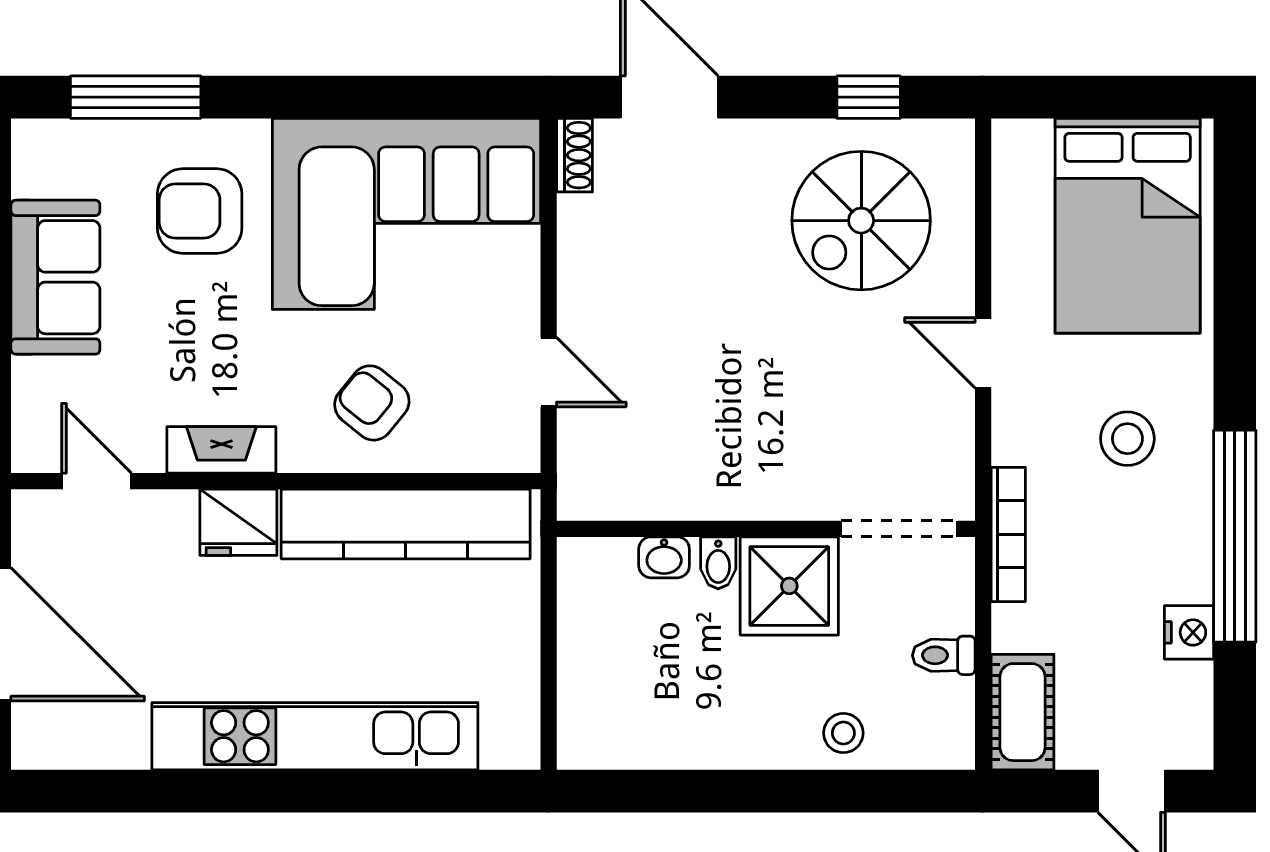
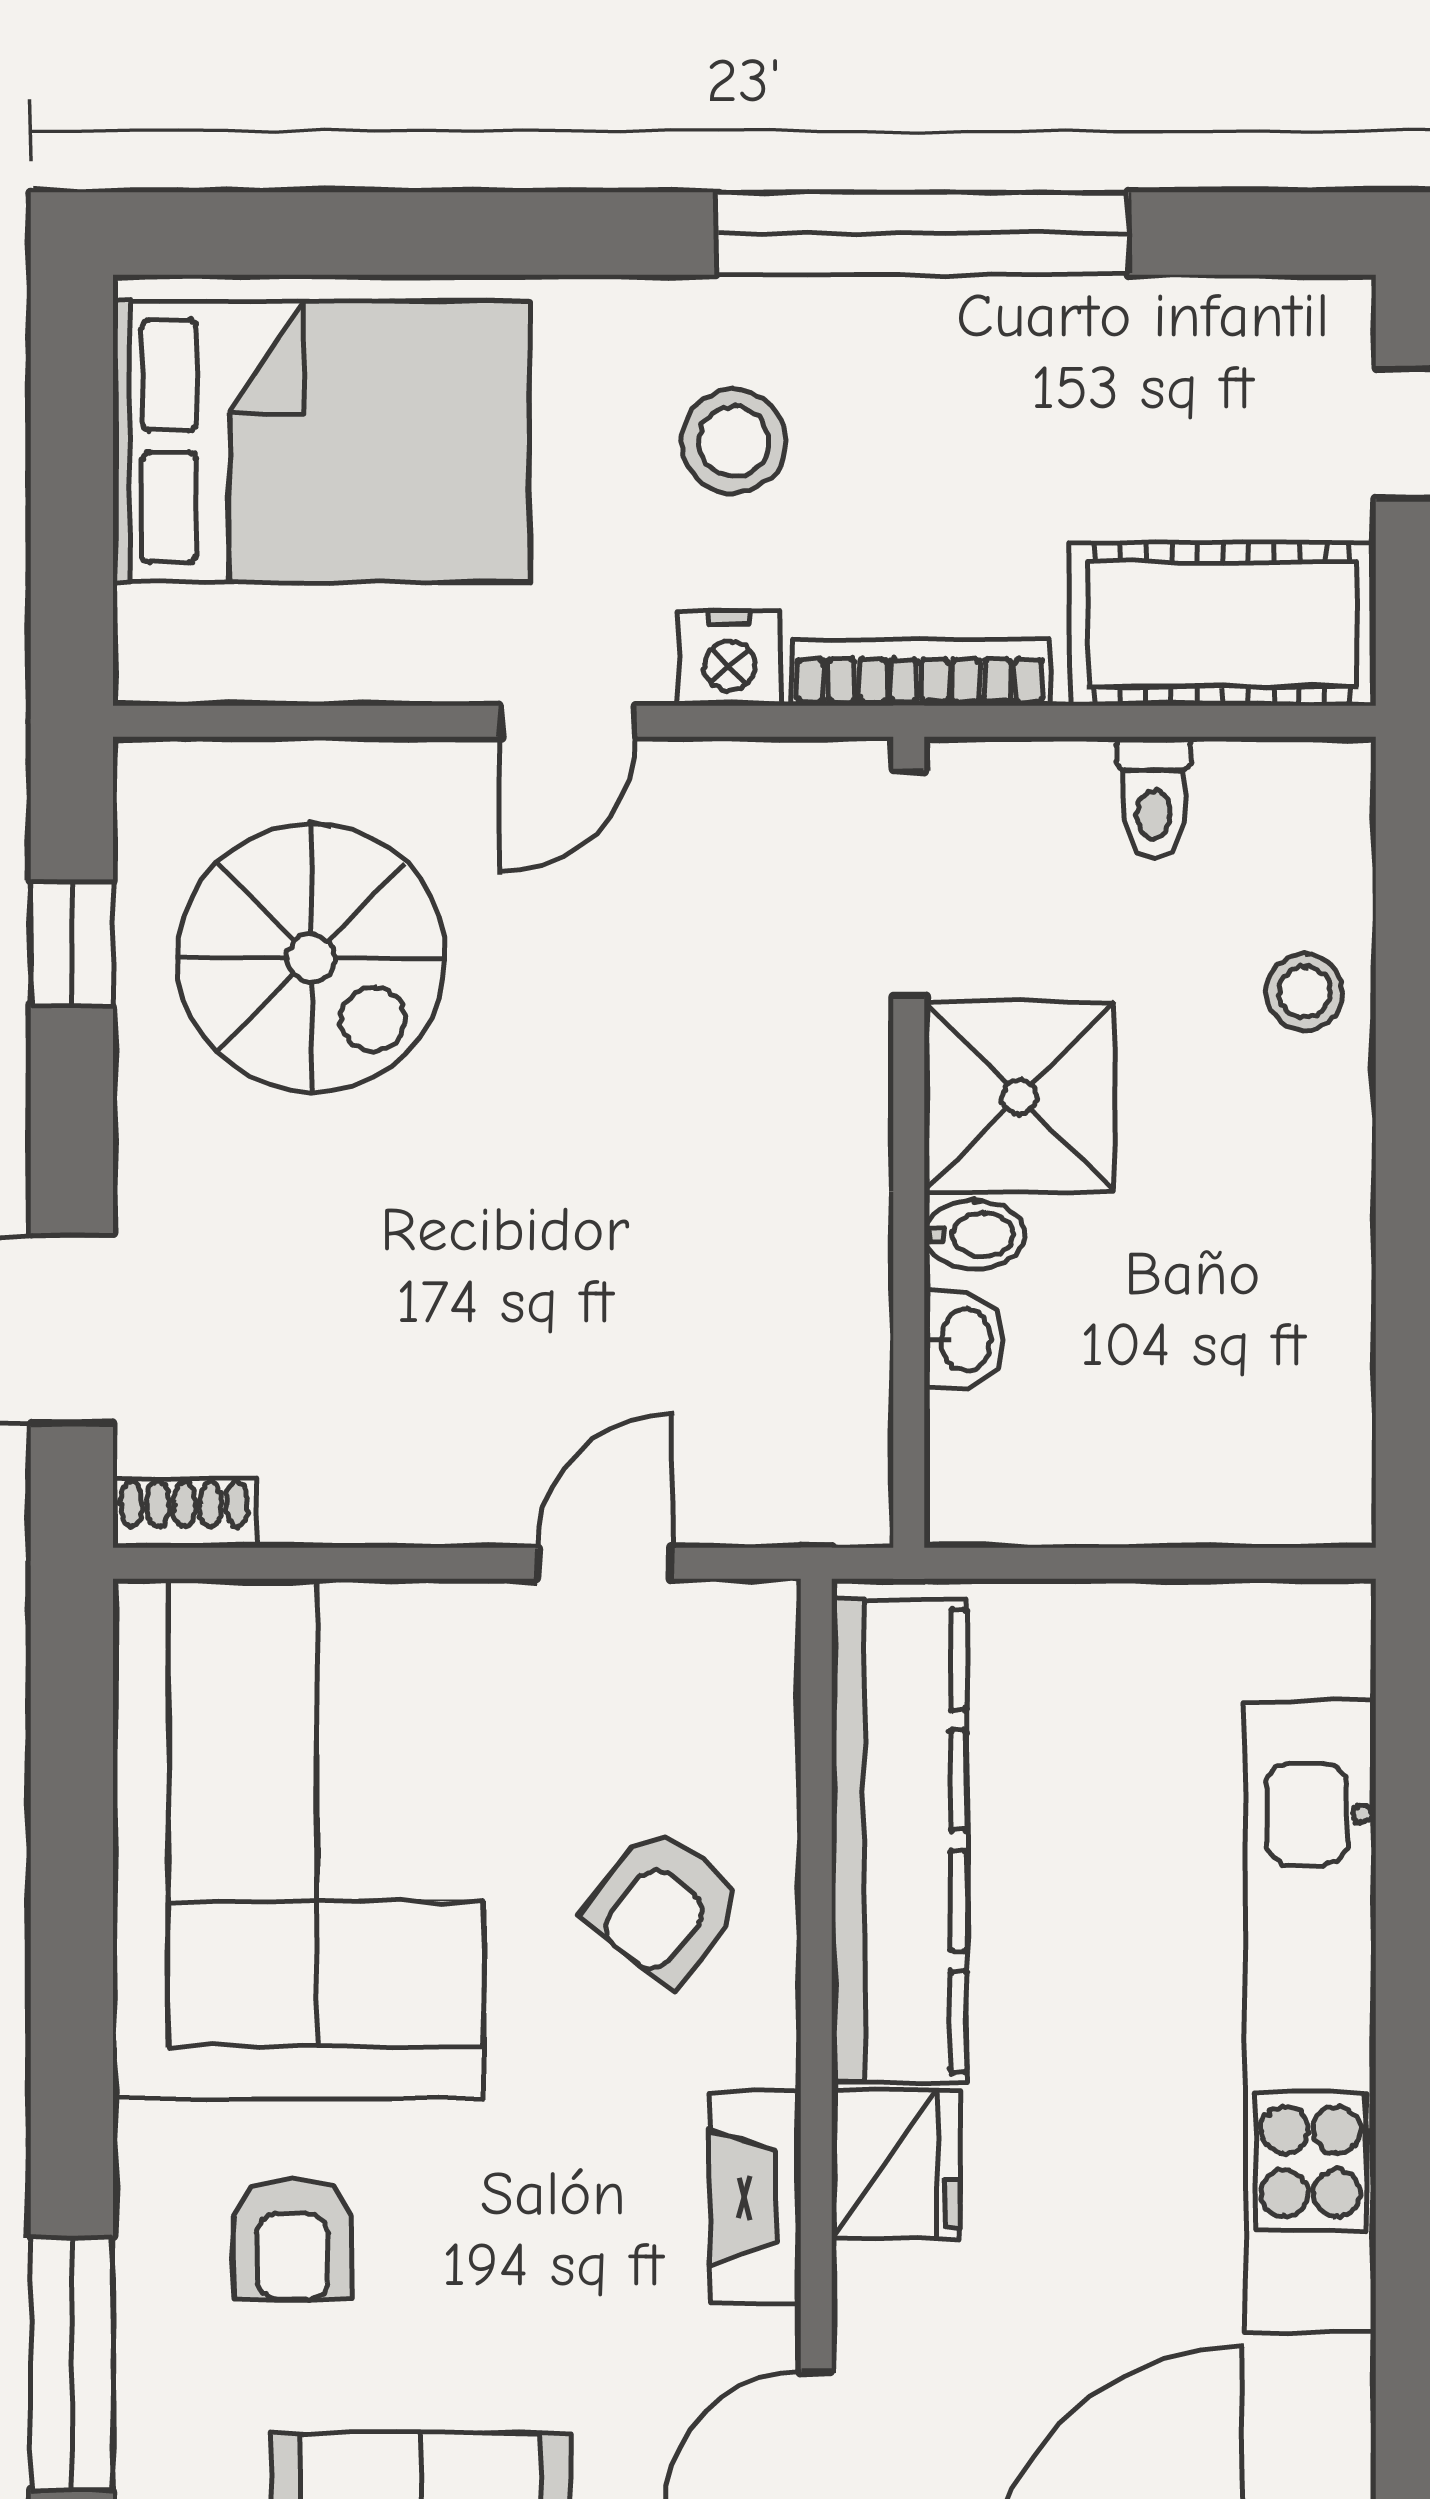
armchair: (200, 211) -> (293, 2240), width x0.72, depth x0.72
nightstand: (1189, 632) -> (729, 658), moved, turned 180
cot: (1022, 712) -> (1223, 624), width x1.37, depth x1.34

